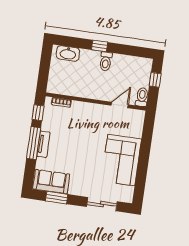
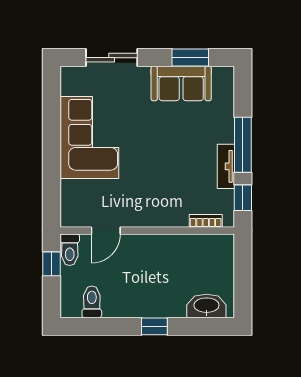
toilet: (106, 61) -> (92, 302), moved
window: (155, 80) -> (51, 264), moved
tv unit: (44, 144) -> (226, 166), moved
sofa: (51, 182) -> (181, 83), moved

